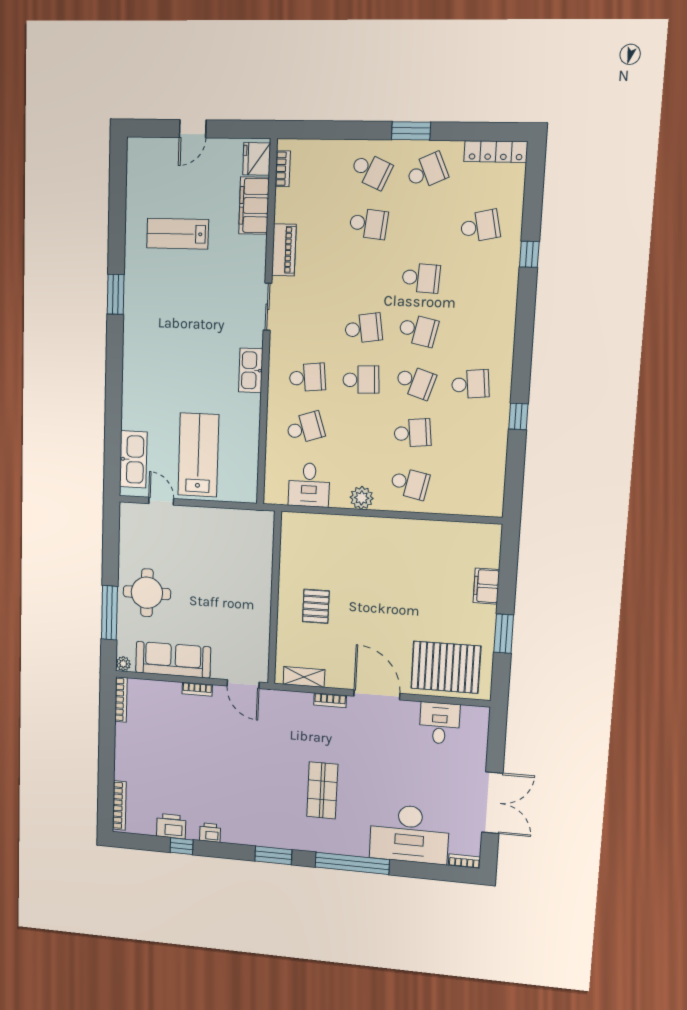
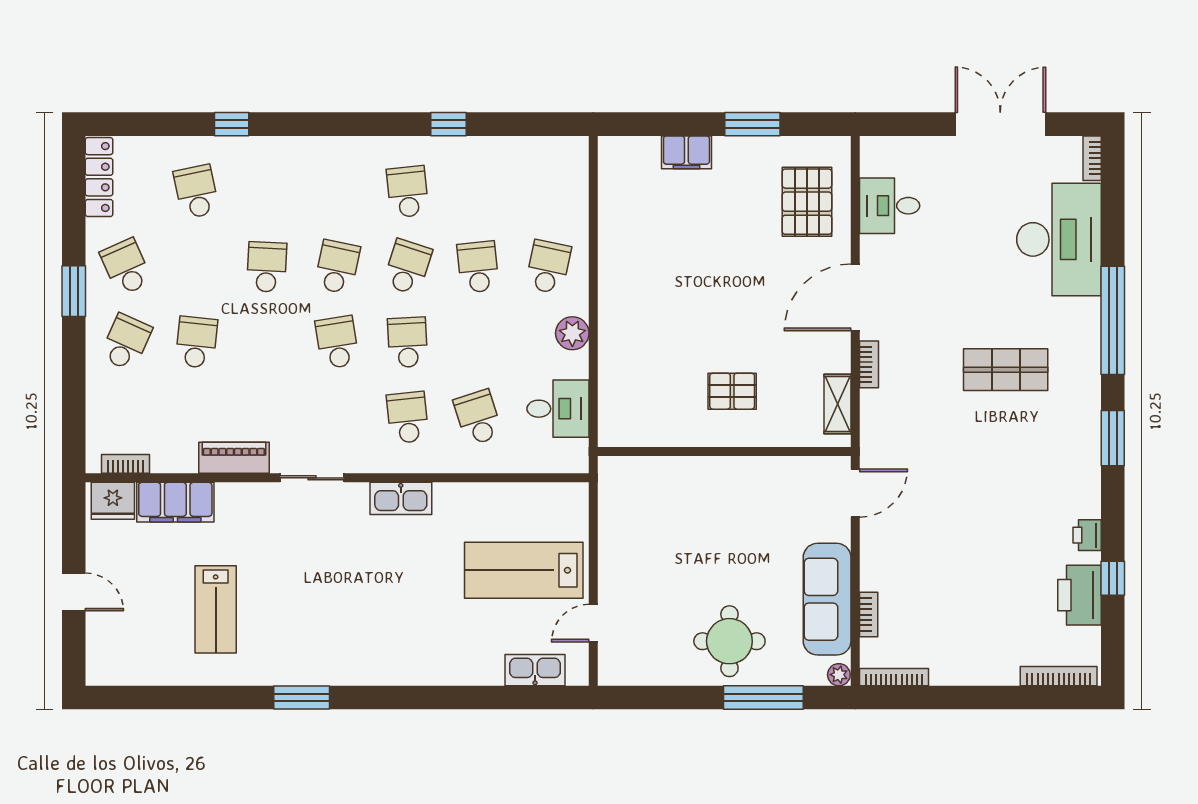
kitchen sink: (133, 459) -> (535, 670), width x0.73, depth x0.81
pallet: (446, 667) -> (807, 202), width x0.73, depth x0.71
bookcase: (197, 689) -> (869, 615), moved
printer: (171, 826) -> (1080, 595), width x1.37, depth x1.19

